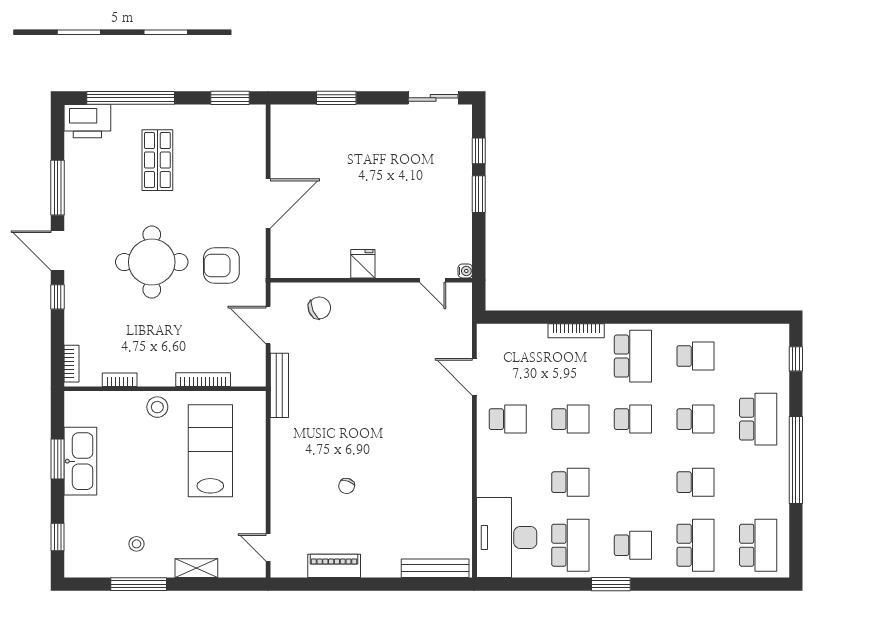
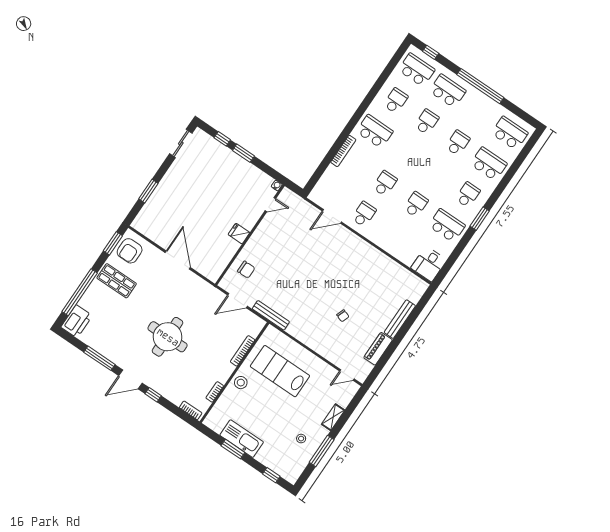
shop shelf: (157, 160) -> (117, 281), moved
armchair: (221, 266) -> (130, 251), moved
chair: (319, 308) -> (246, 270), turned 114
school desk: (633, 419) -> (417, 70), moved, width x1.85
desk: (507, 537) -> (429, 264), width x0.53, depth x0.77
bench: (435, 568) -> (400, 319), moved

